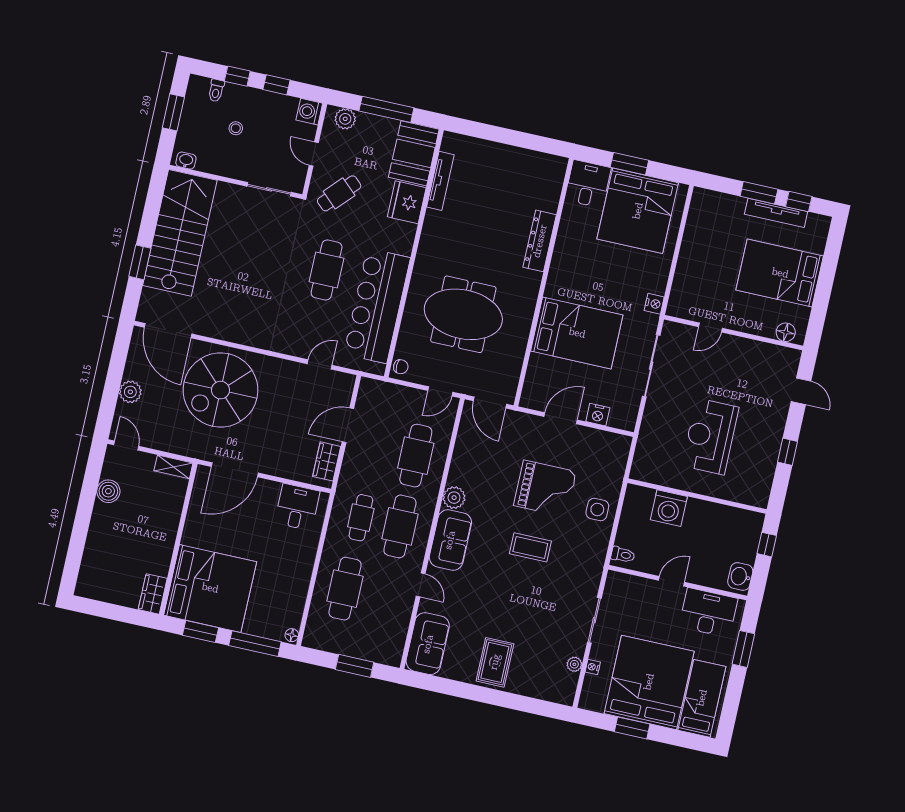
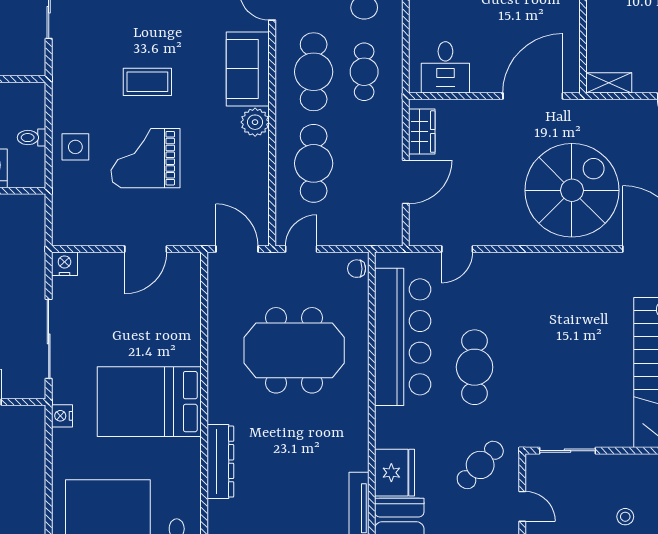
bed: (577, 333) -> (149, 402), moved
nightstand: (598, 415) -> (64, 264), moved
toilet: (623, 555) -> (32, 138), moved

